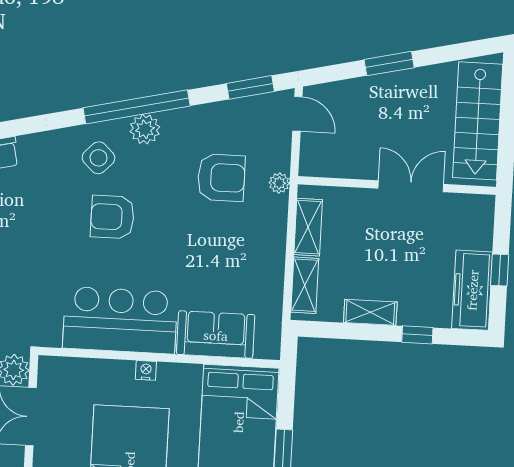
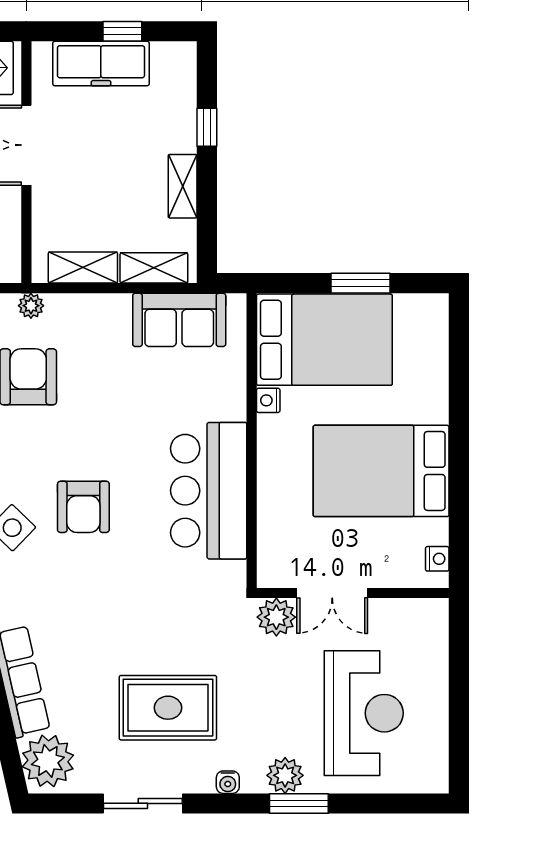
freezer: (472, 290) -> (101, 64), moved
sofa: (216, 335) -> (179, 320), moved, turned -90
nightstand: (146, 370) -> (268, 400), moved

